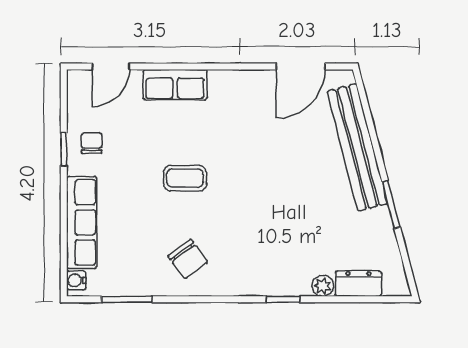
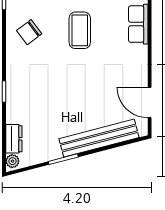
coffee table: (185, 178) -> (80, 30), width x1.36, depth x1.30
plant: (323, 286) -> (12, 161), moved

